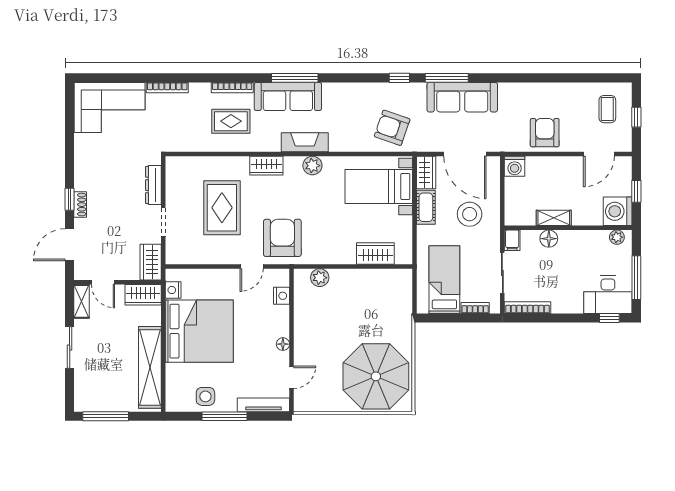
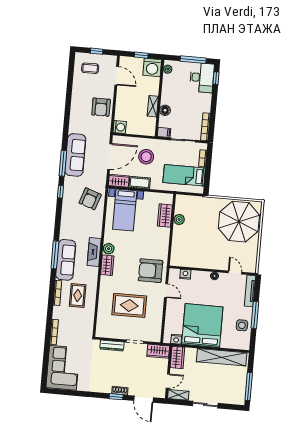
armchair: (545, 133) -> (101, 107), turned -90
wardrobe: (266, 166) -> (107, 265), moved
plant: (320, 278) -> (179, 219), moved

